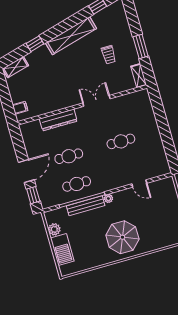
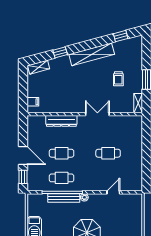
door: (26, 171) -> (23, 155), hinge flipped
door: (139, 184) -> (113, 192), swing flipped
plant: (54, 229) -> (32, 210), removed

